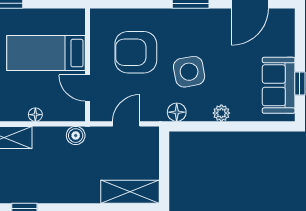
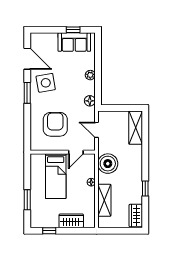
armchair: (136, 52) -> (55, 124), turned 180
side table: (189, 72) -> (46, 83), moved
boiler: (76, 136) -> (108, 164), width x1.86, depth x1.86

